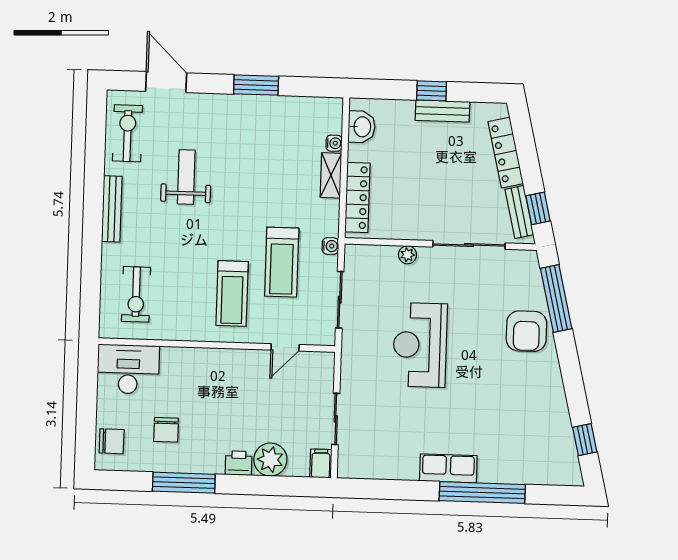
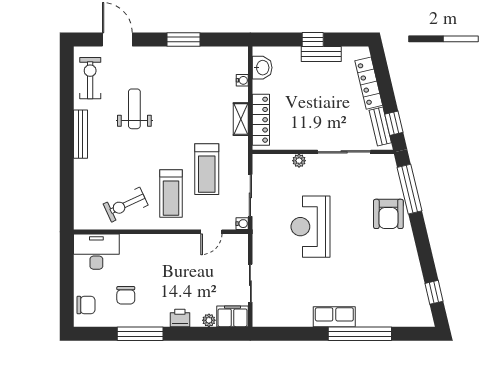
shelving: (331, 175) -> (241, 119), moved
water cooler: (330, 246) -> (242, 224), moved
exercise bike: (136, 294) -> (126, 205), moved, turned 65
plant: (270, 460) -> (209, 320), width x0.53, depth x0.53
filing cabinet: (321, 464) -> (232, 316), width x2.00

